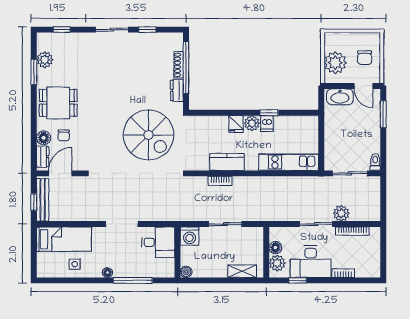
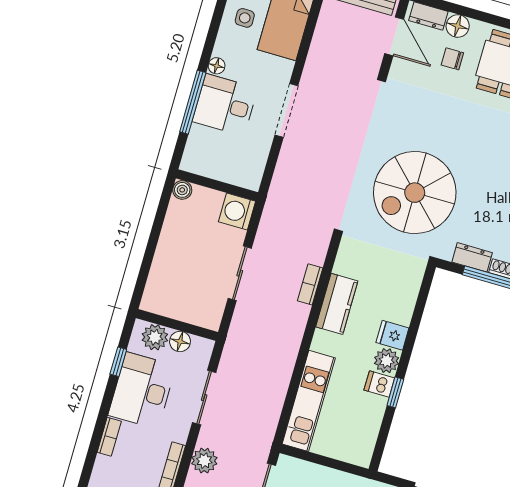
sliding door: (316, 224) -> (204, 398), moved
desk: (158, 242) -> (225, 105), moved, turned 90
shelving: (242, 271) -> (158, 278), removed

